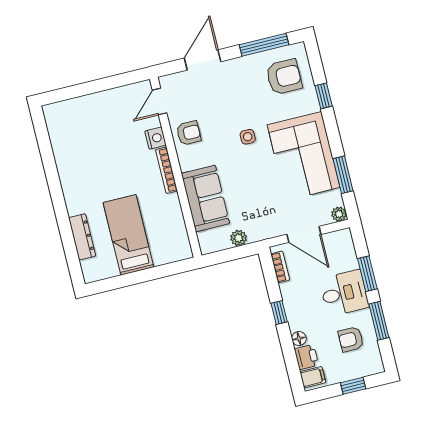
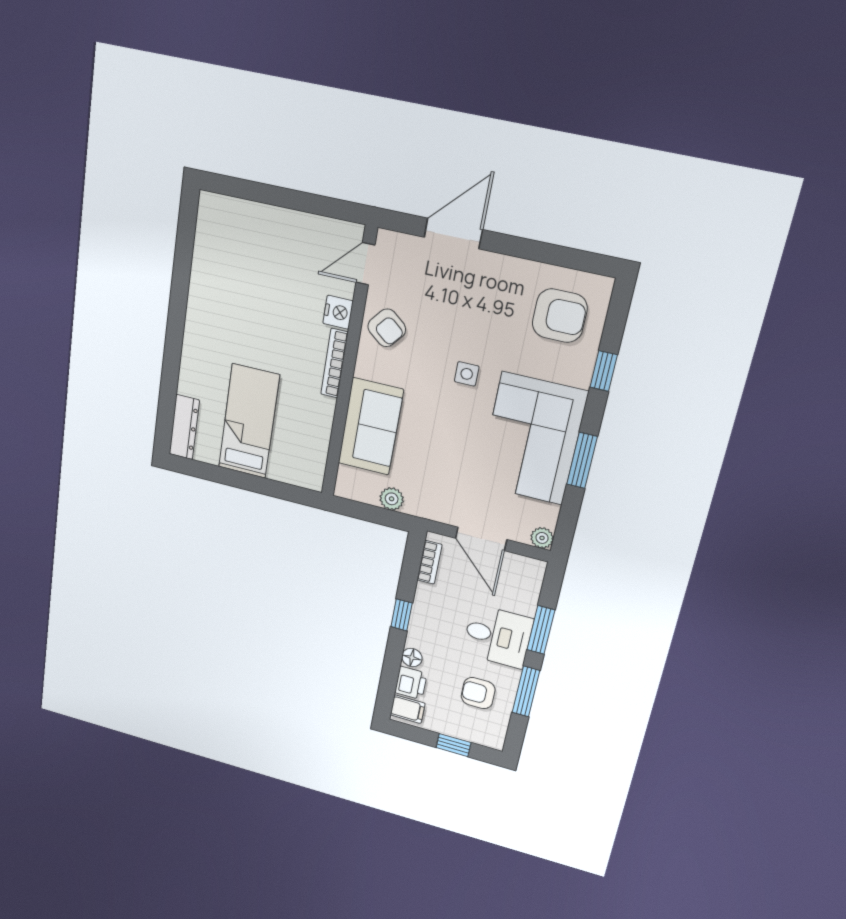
window: (264, 45) -> (554, 255), removed
armchair: (189, 133) -> (387, 328), turned 39
window: (343, 175) -> (582, 460), moved
dresser: (82, 237) -> (184, 427), moved

